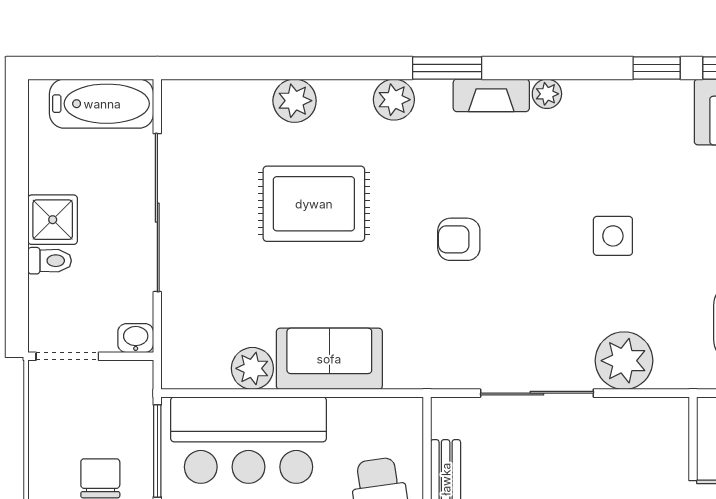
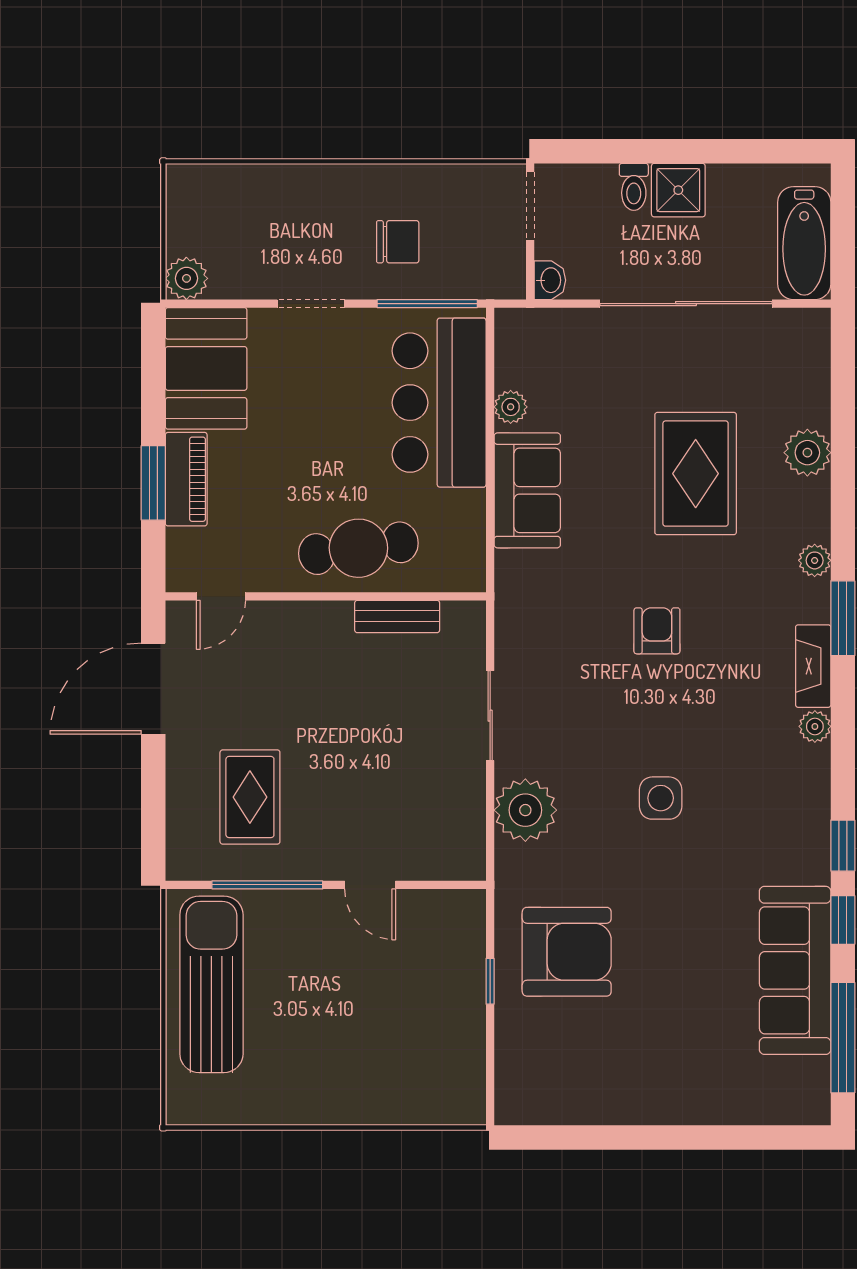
plant: (394, 100) -> (815, 560), width x0.73, depth x0.73
plant: (252, 368) -> (511, 407), width x0.73, depth x0.73
sliding door: (537, 393) -> (490, 716), width x0.73

